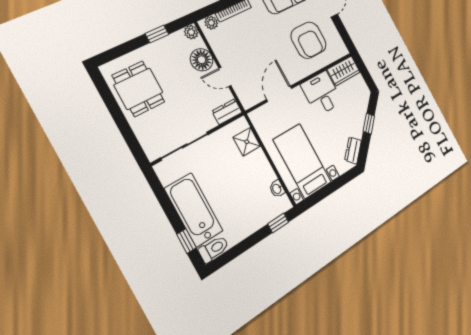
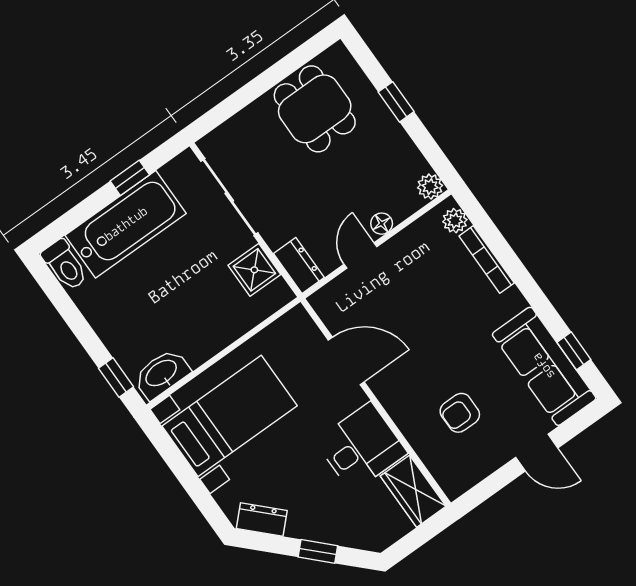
window: (157, 34) -> (396, 102), moved
armchair: (309, 40) -> (460, 413), width x0.53, depth x0.53
floor lamp: (202, 60) -> (382, 224), width x0.53, depth x0.53
dining table: (139, 89) -> (315, 109), turned 90
shower: (247, 142) -> (254, 270), moved
washbasin: (277, 189) -> (162, 374), width x1.91, depth x1.45
window: (186, 241) -> (130, 178), moved

